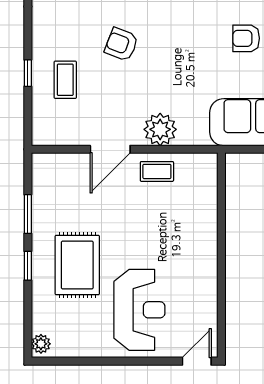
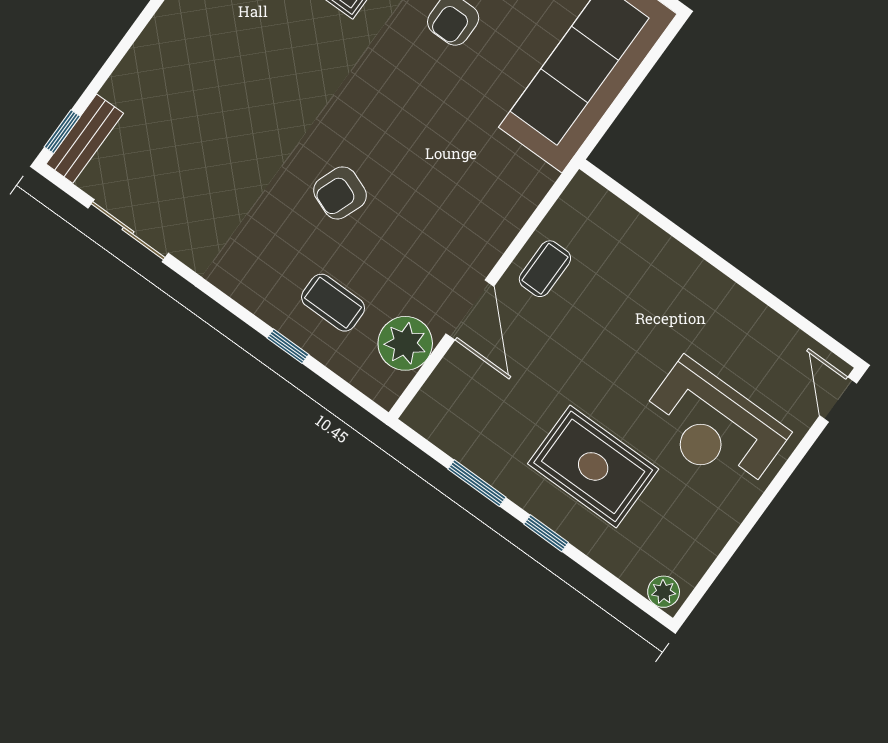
plant: (160, 129) -> (405, 343), moved
reception desk: (139, 310) -> (713, 427), turned 180

